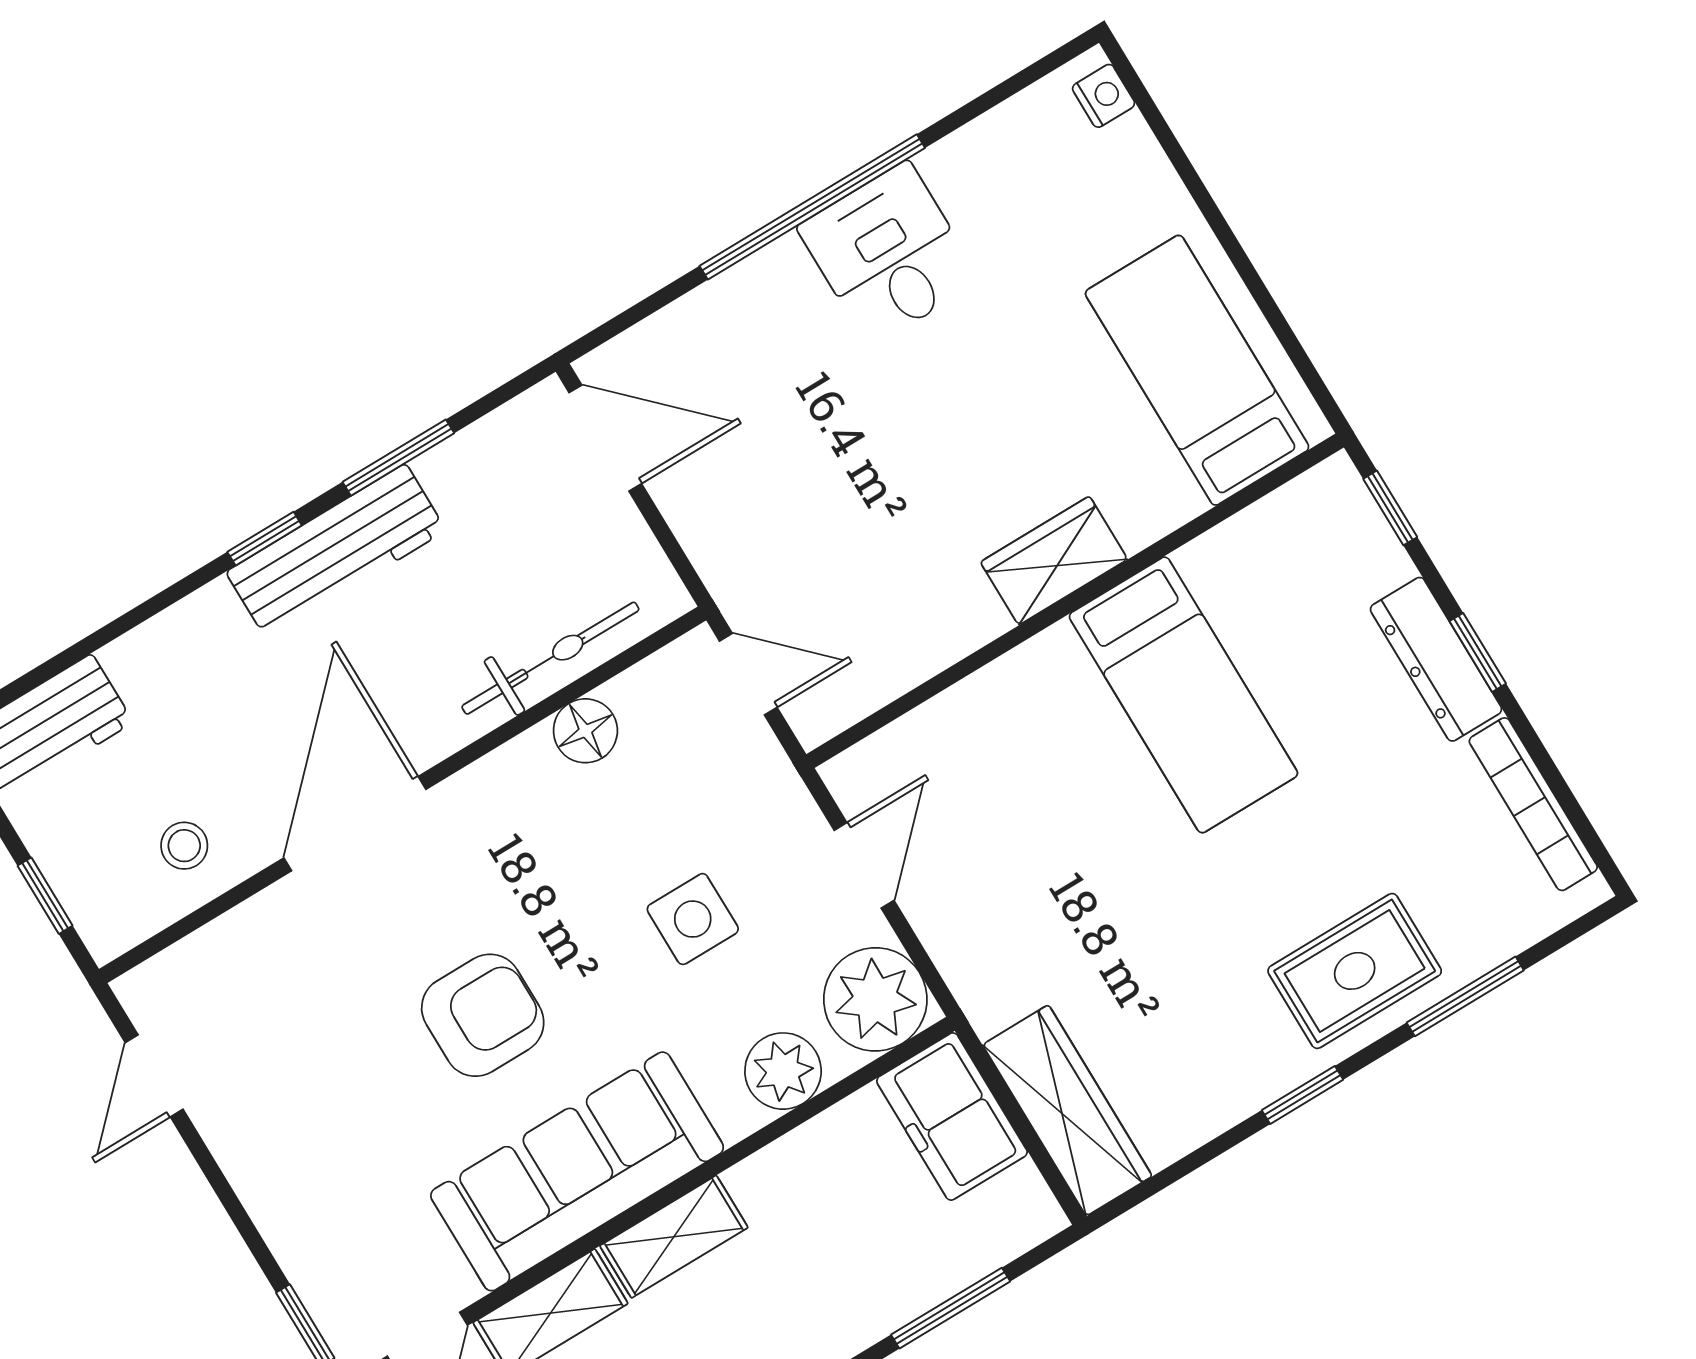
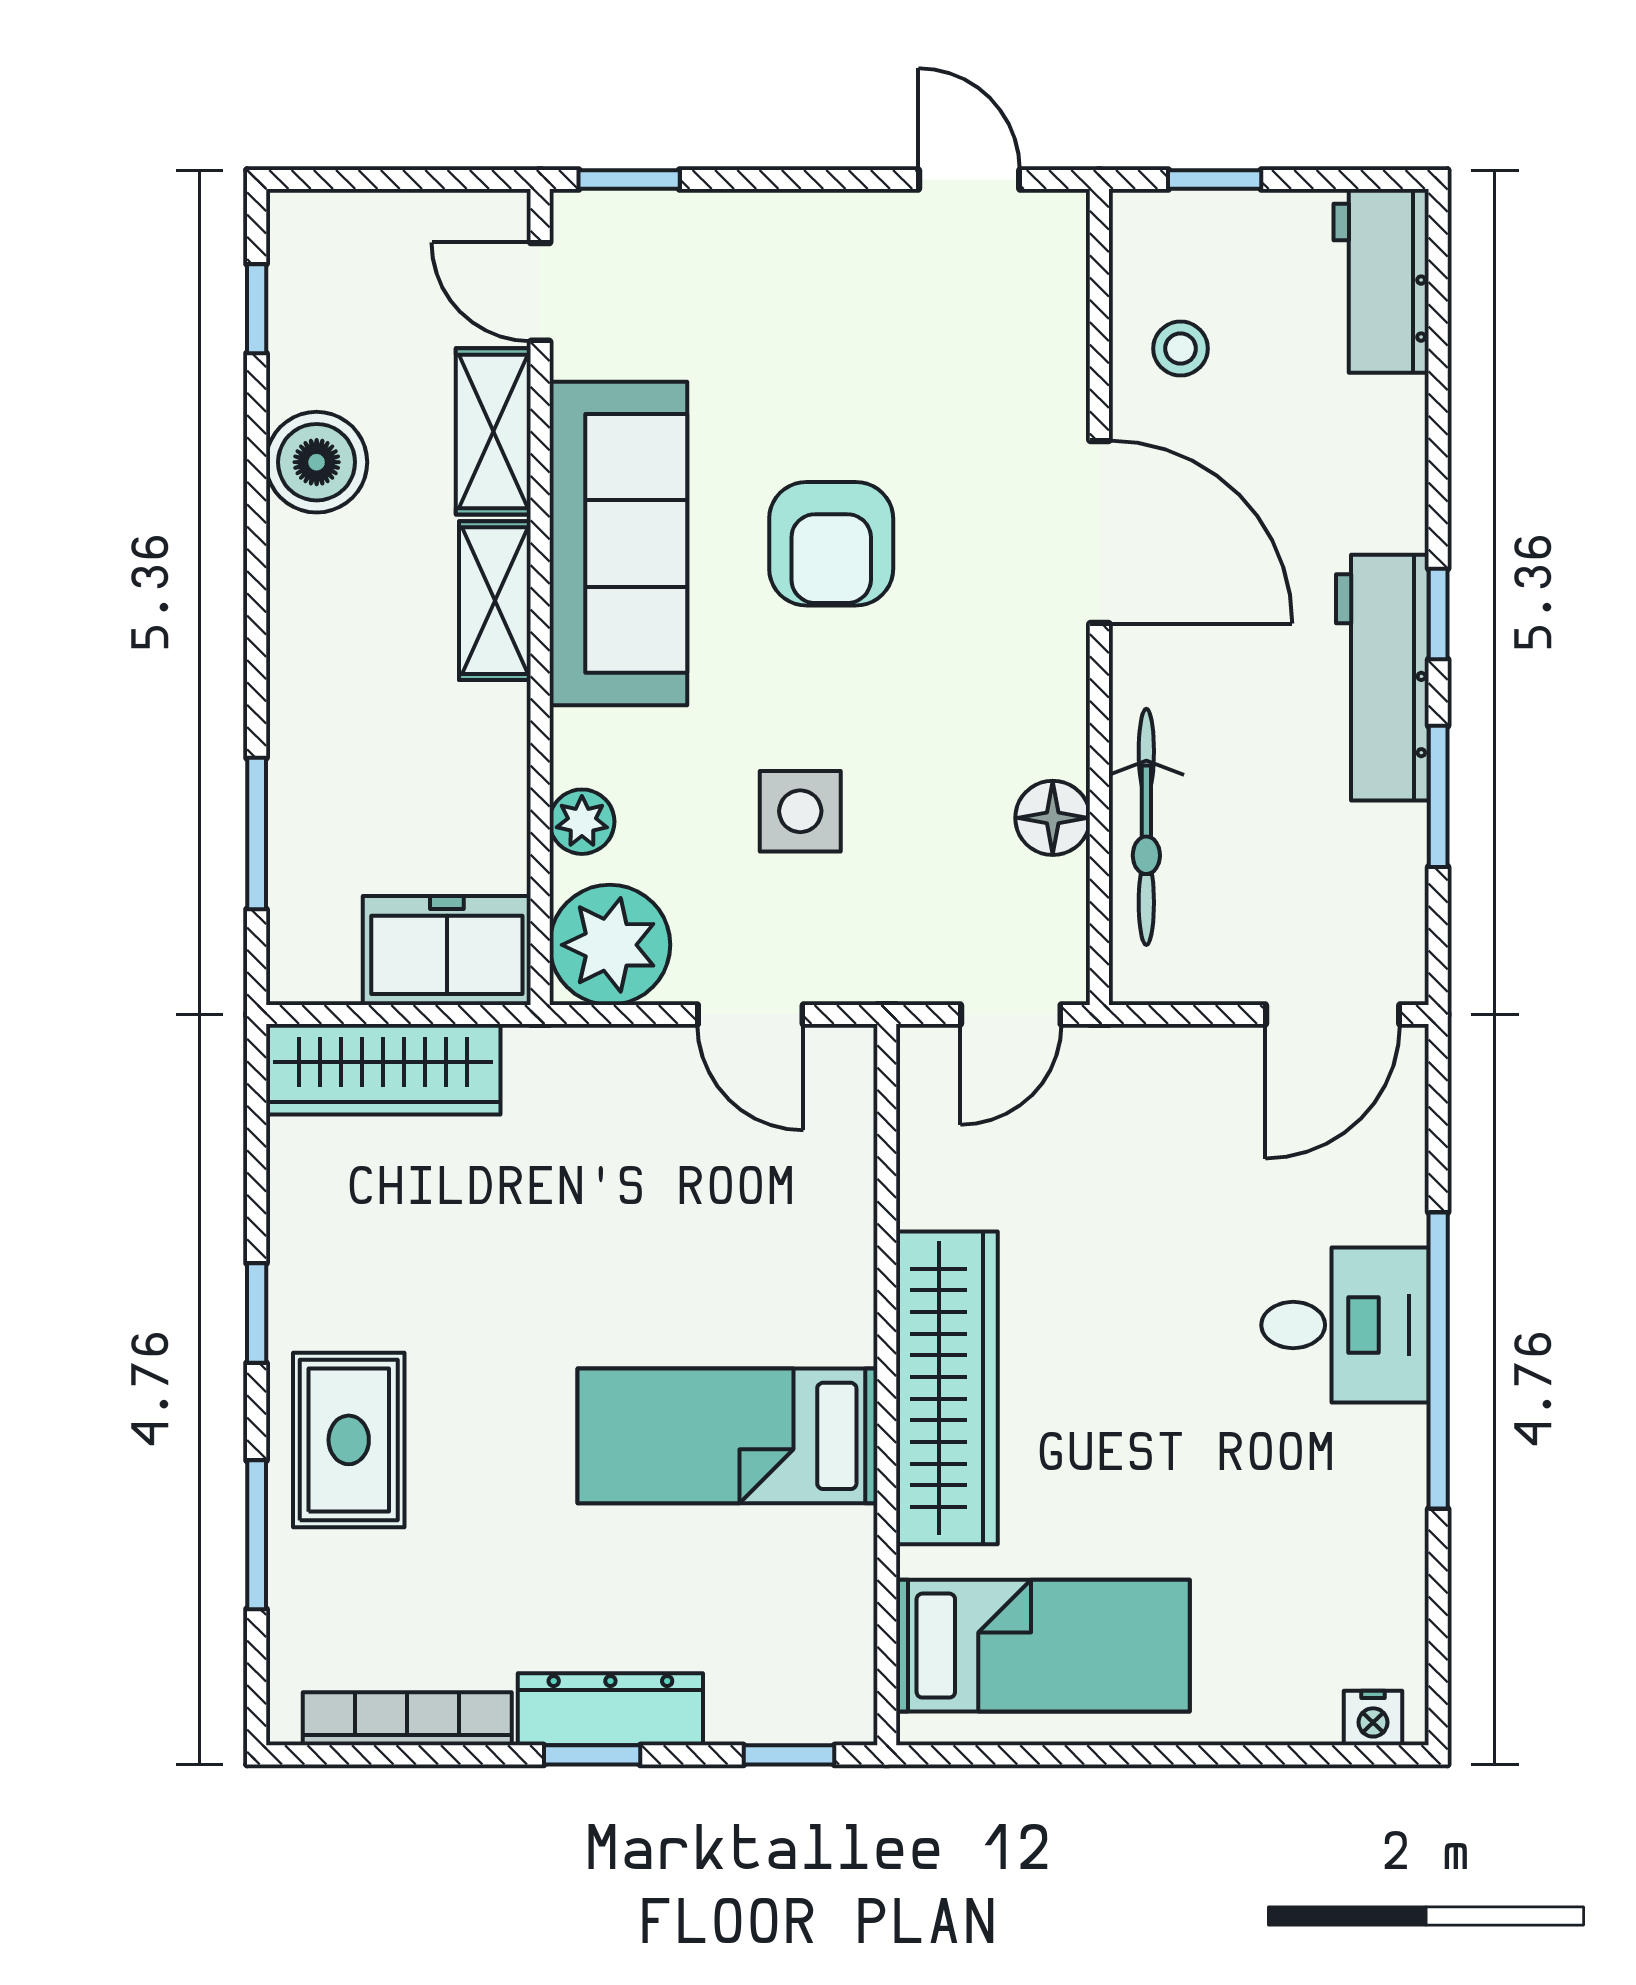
desk: (889, 254) -> (1345, 1325), moved
wardrobe: (1054, 561) -> (947, 1388), width x2.10, depth x1.17
plant: (783, 1071) -> (582, 822), width x0.73, depth x0.73

